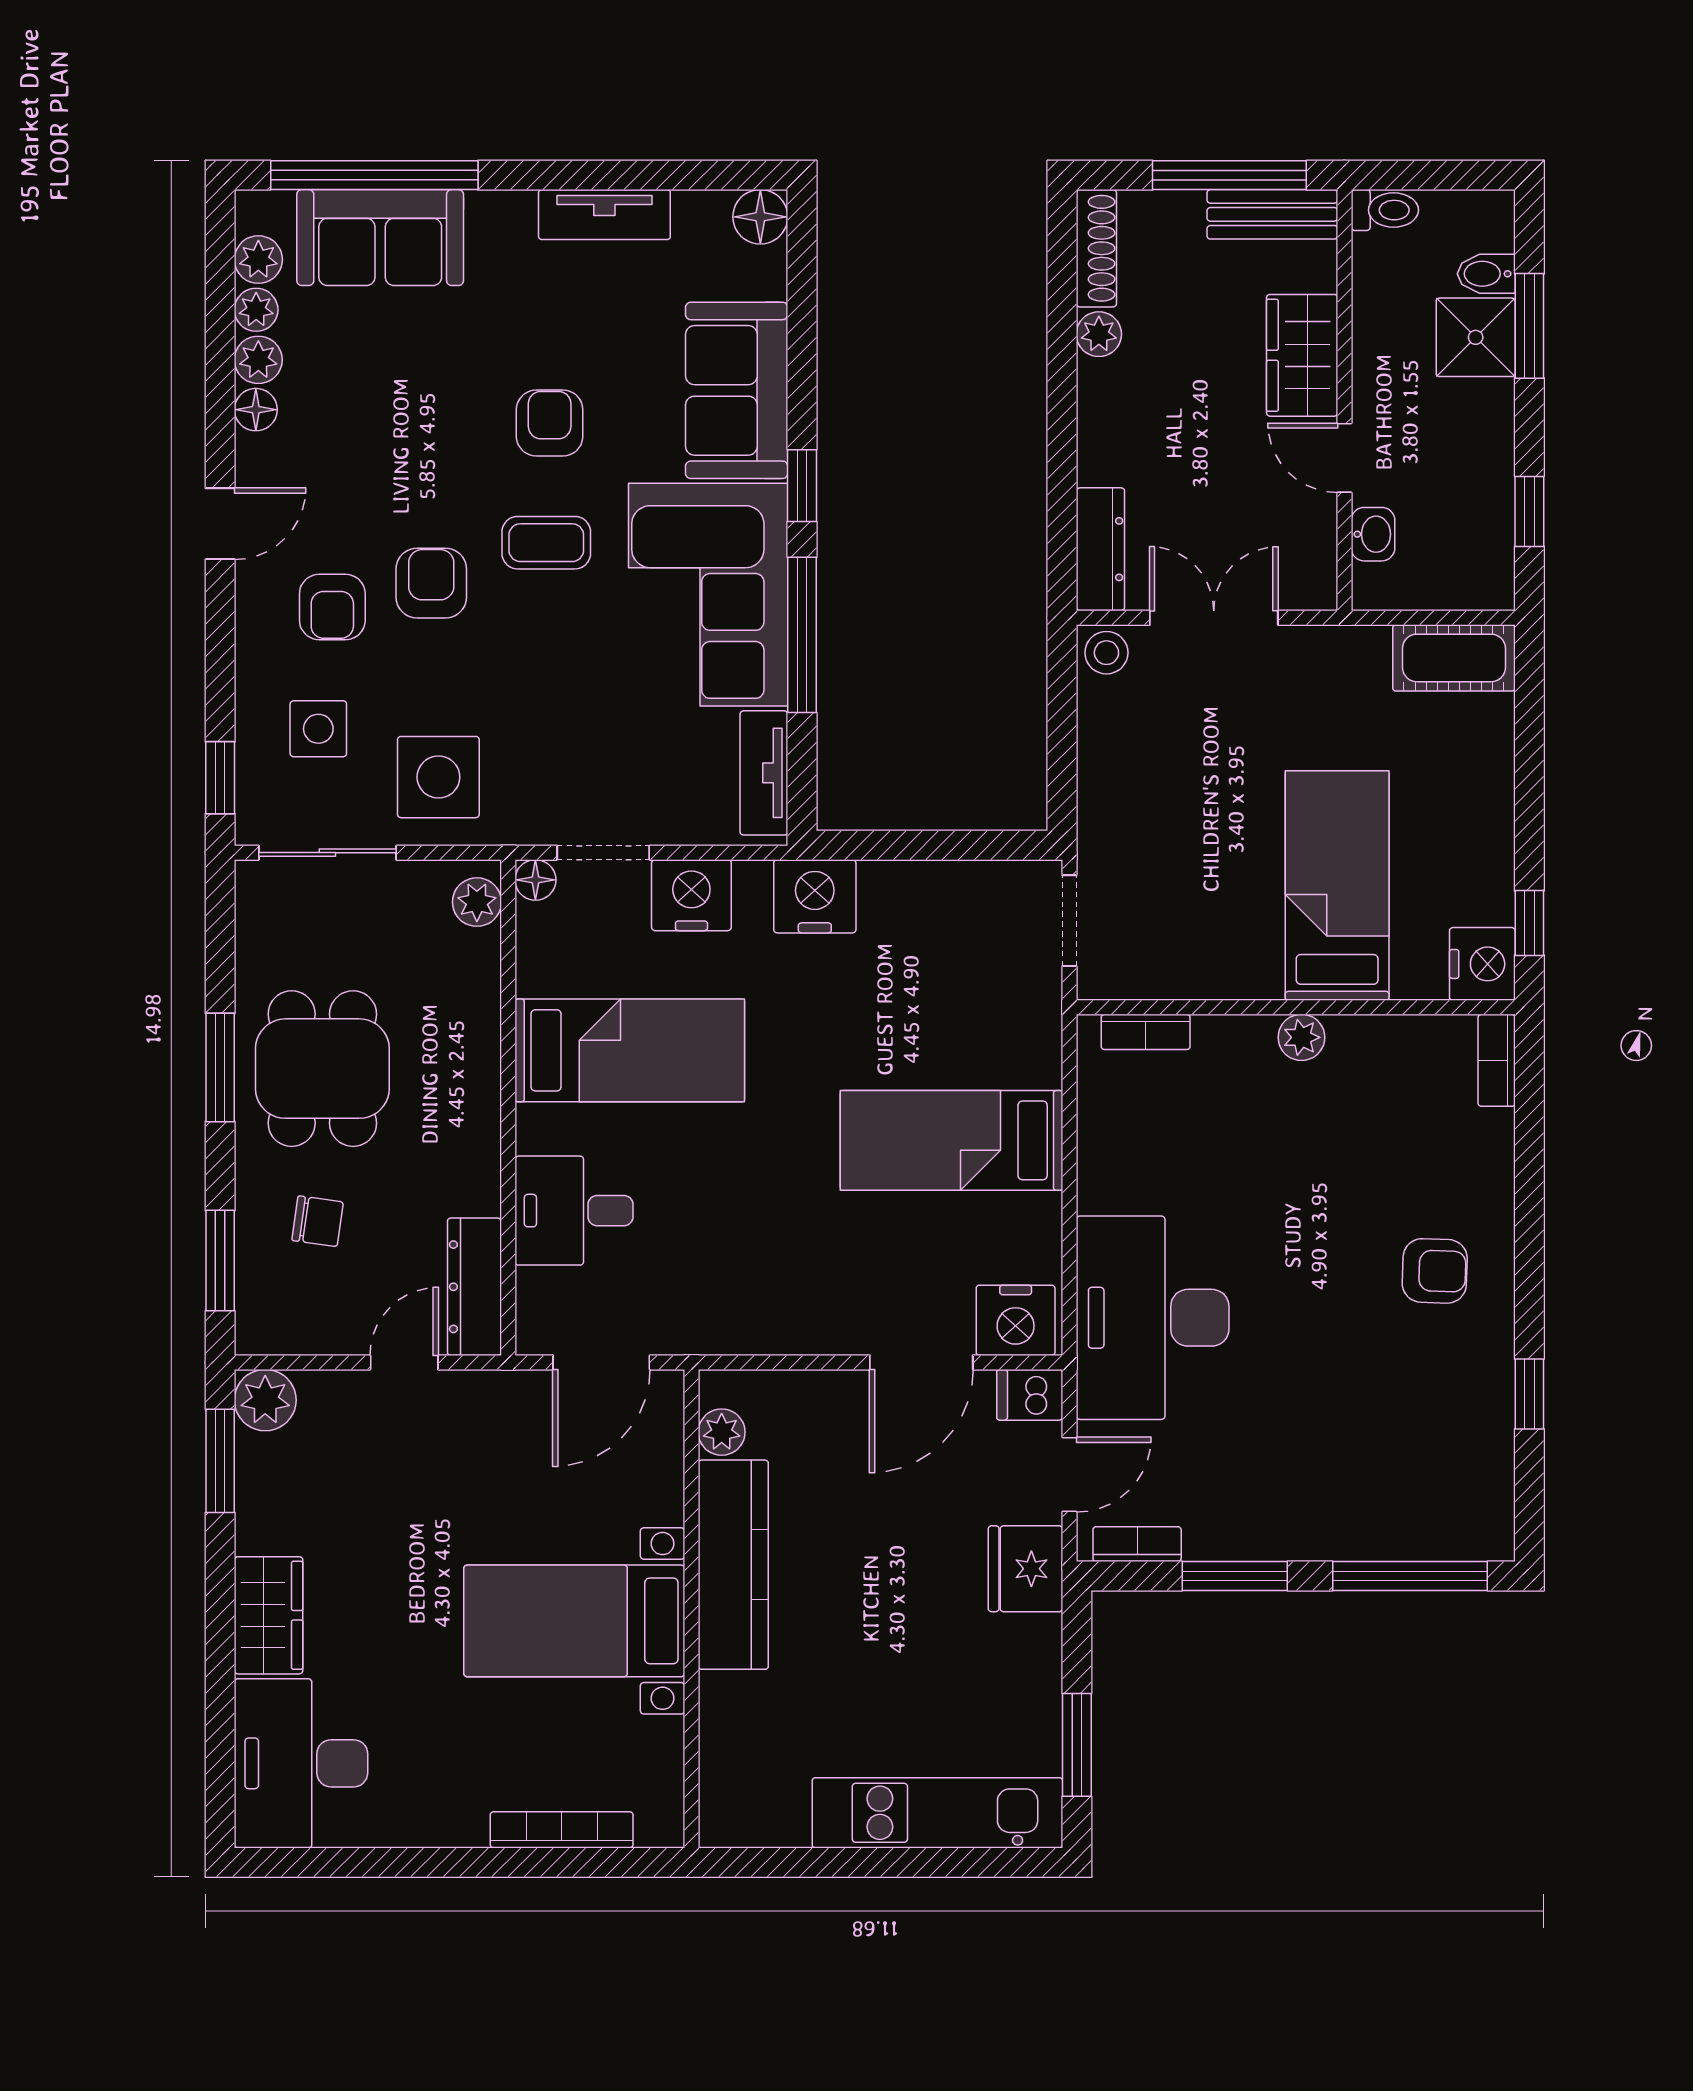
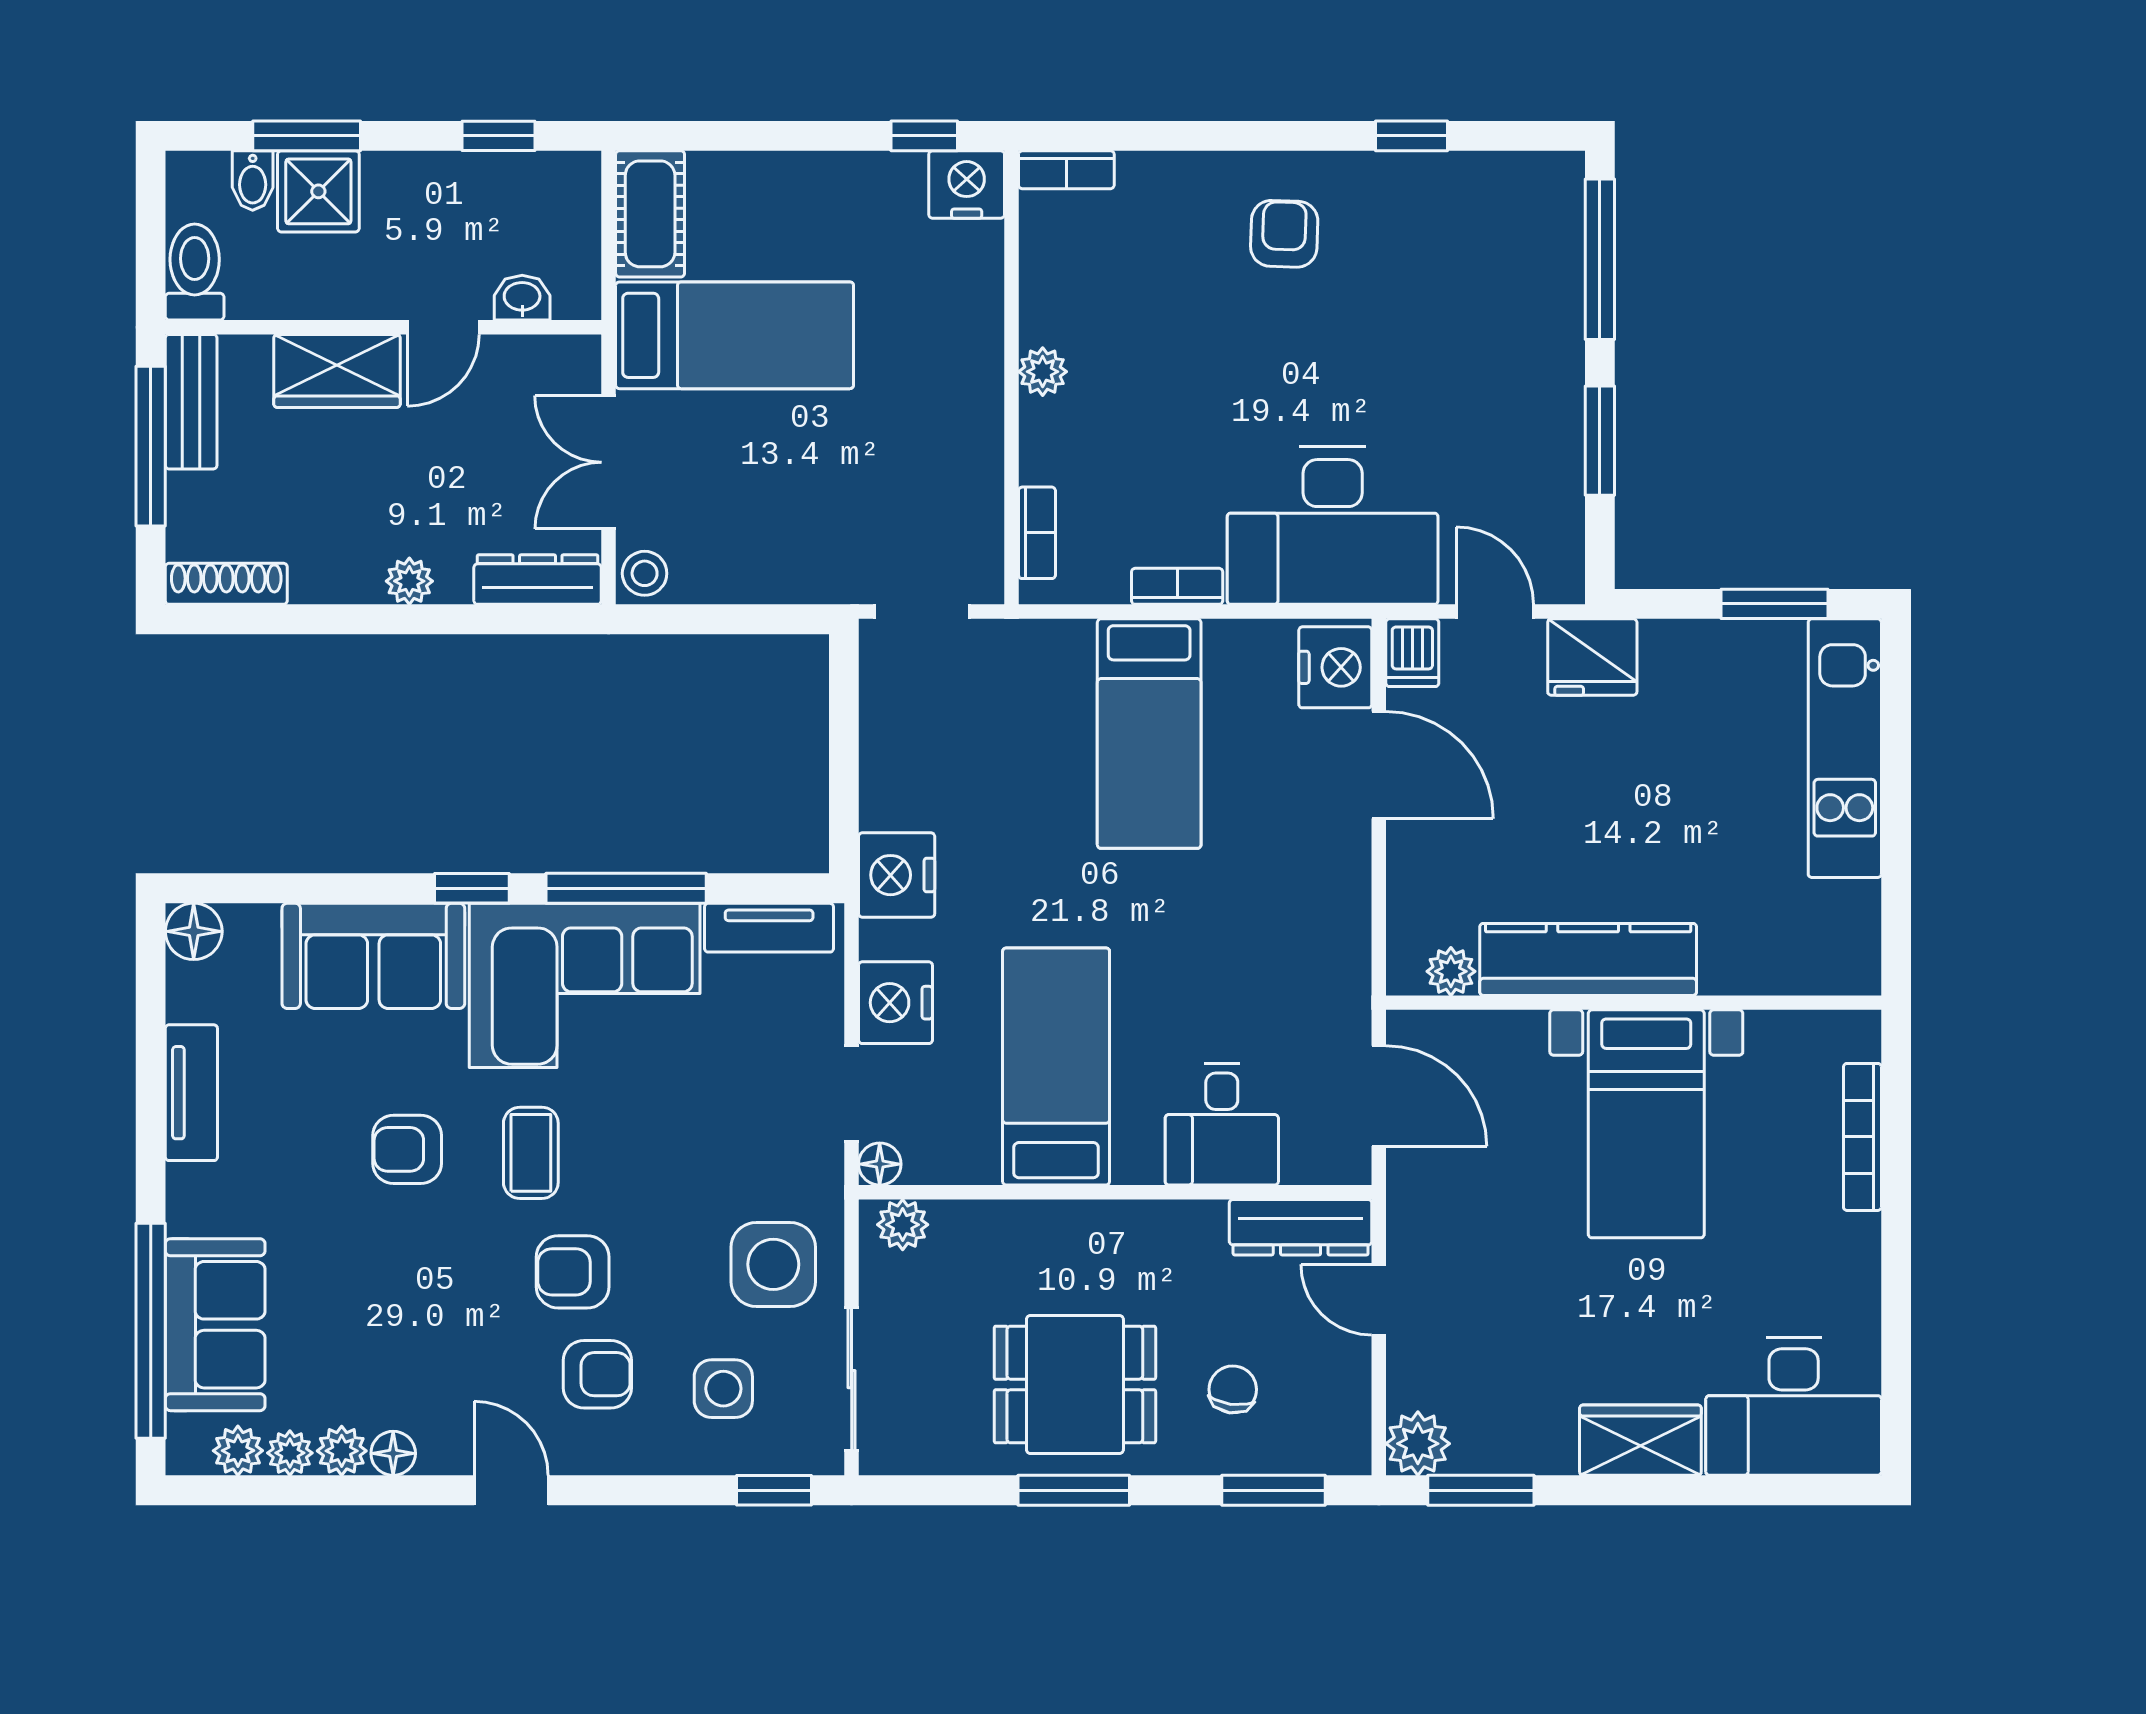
toilet: (1385, 210) -> (195, 272), width x1.37, depth x1.39
plant: (1099, 334) -> (409, 581), moved
bed: (1337, 886) -> (735, 335), moved, turned 180
bookcase: (1137, 1544) -> (1177, 586), moved, turned 90

